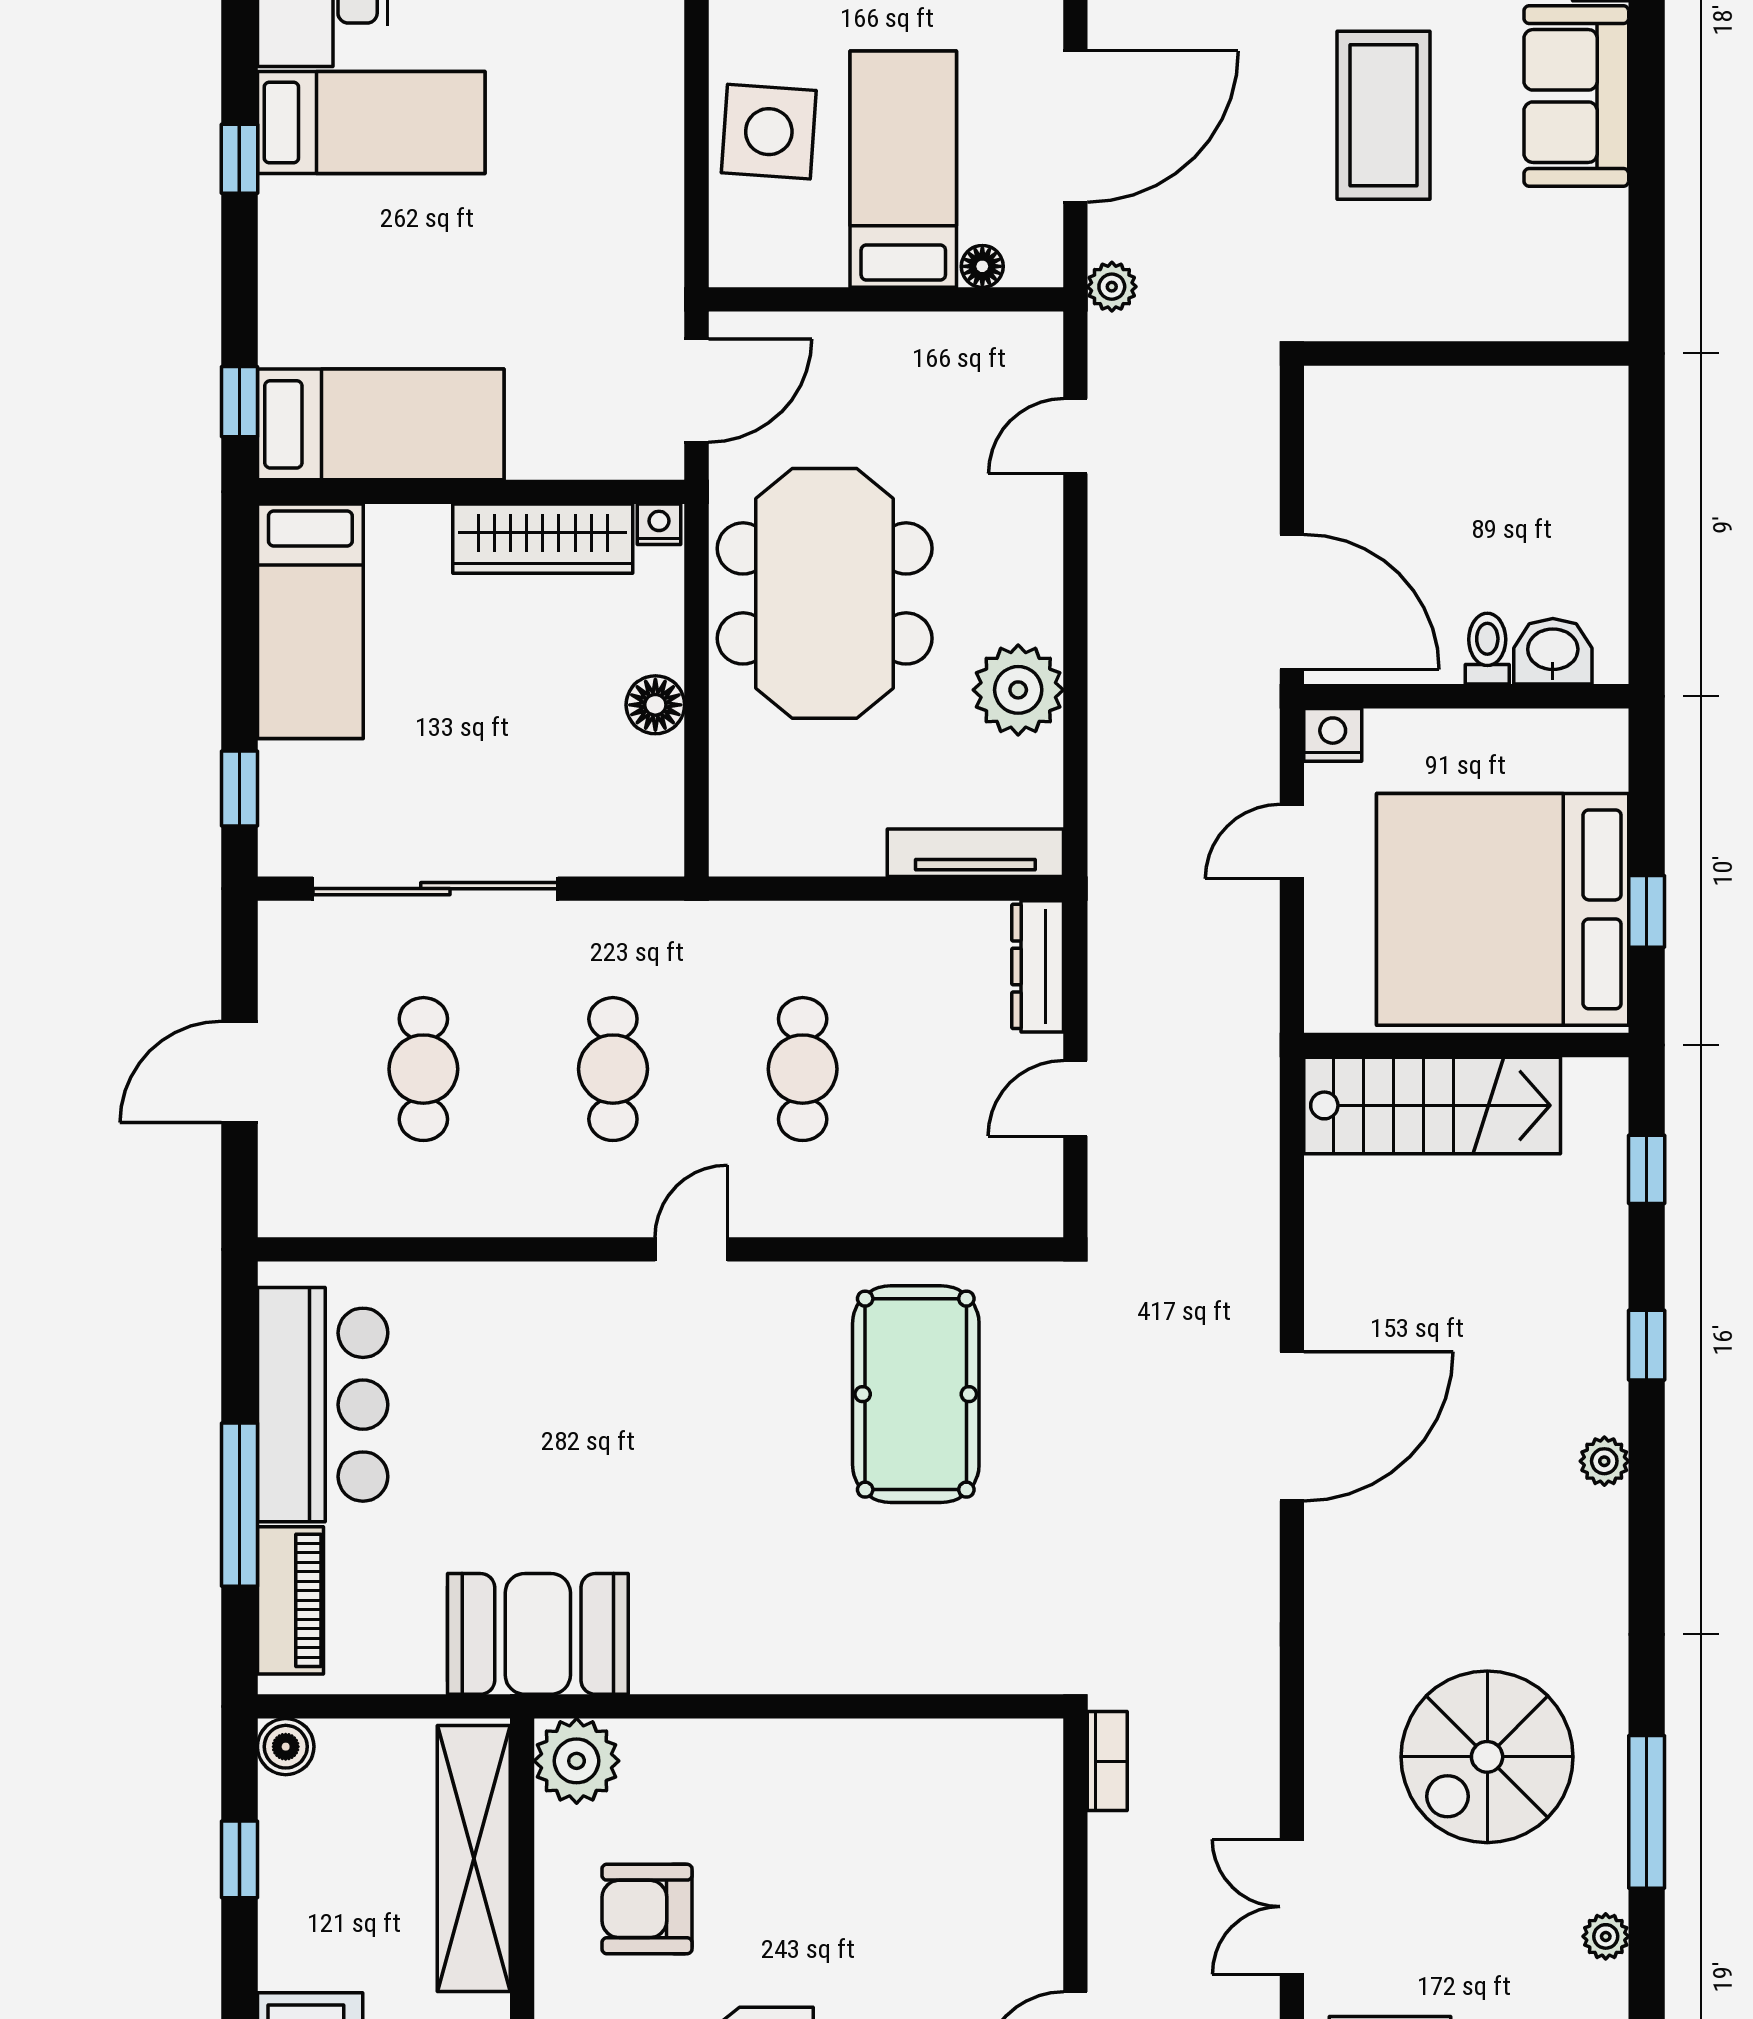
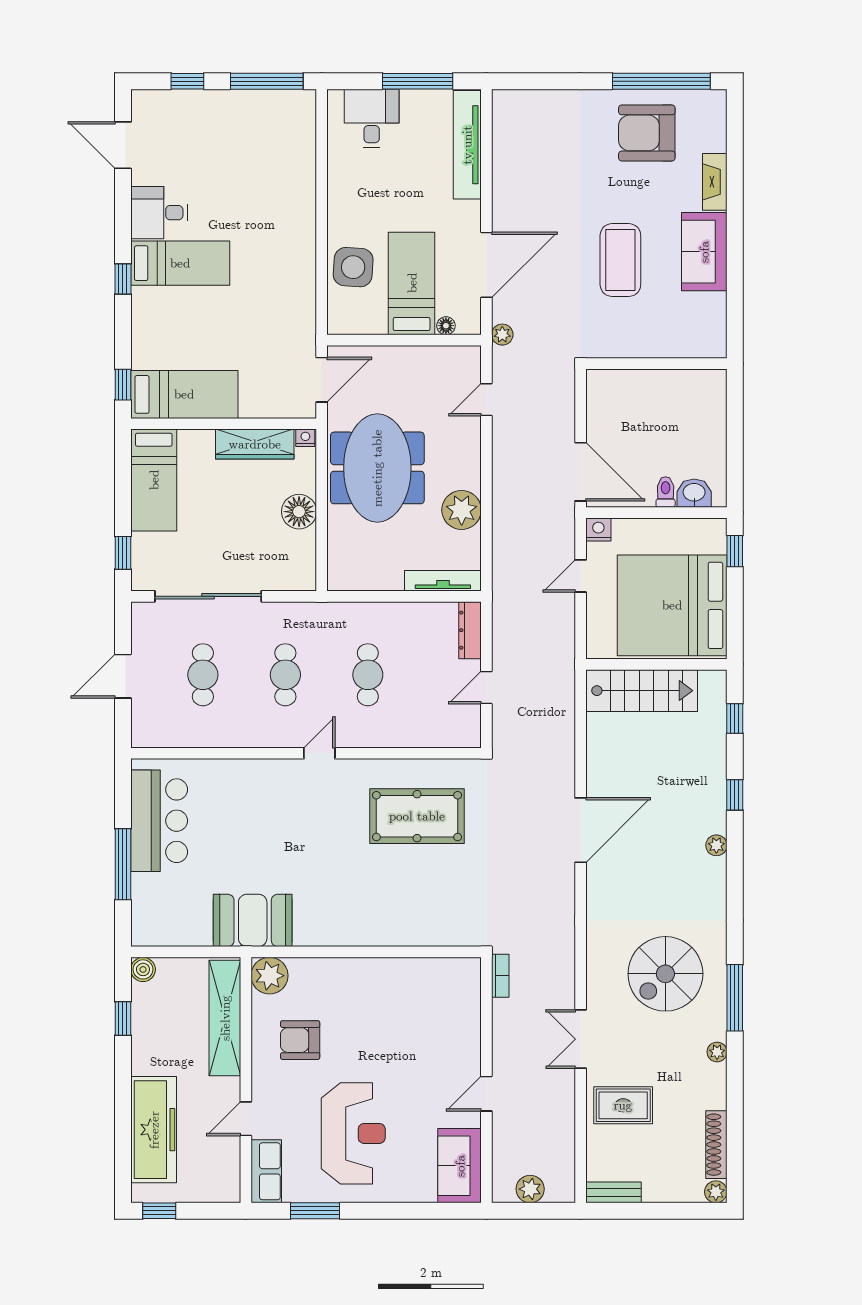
floor lamp: (655, 705) -> (299, 512), width x1.38, depth x1.38
window: (1647, 911) -> (735, 551), moved
pool table: (916, 1394) -> (417, 816), turned 90
piano: (290, 1600) -> (145, 906), removed

